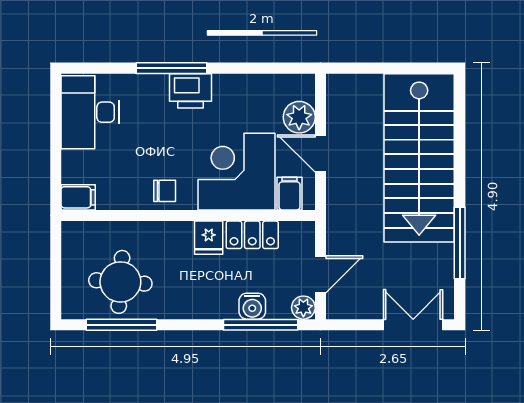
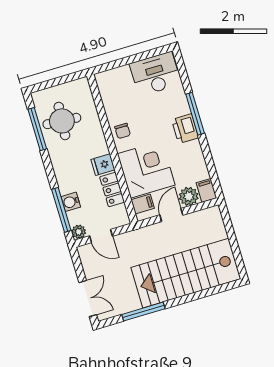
filing cabinet: (78, 197) -> (206, 190), moved, turned 180

